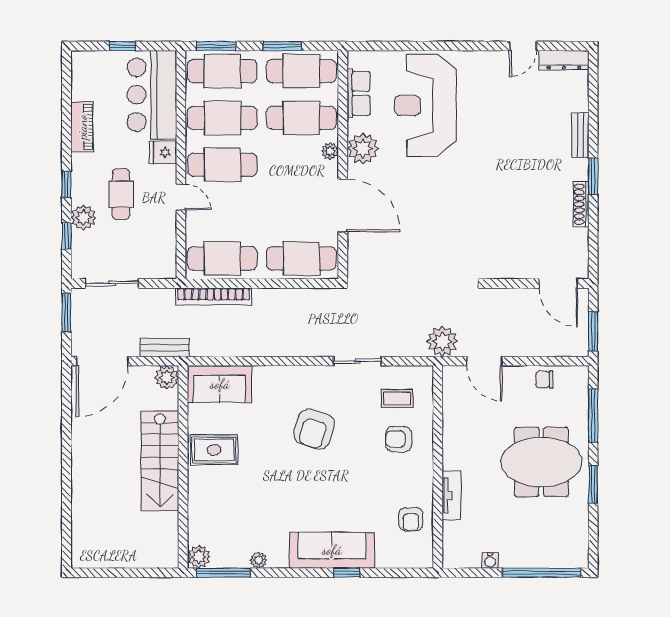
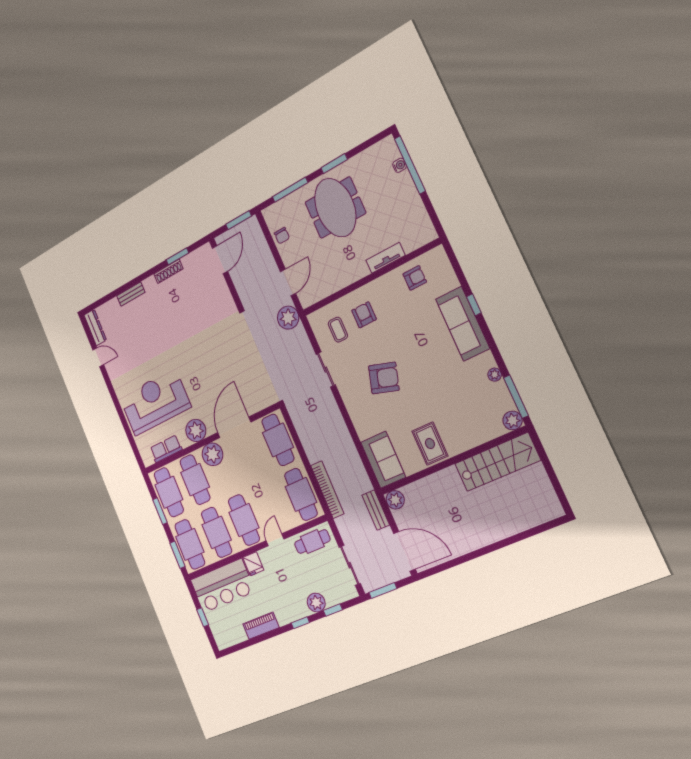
reception desk: (425, 105) -> (155, 402), turned 180
plant: (330, 151) -> (213, 454), width x1.87, depth x1.87
window: (593, 176) -> (177, 256), moved
cafe table: (121, 194) -> (312, 542), moved
armchair: (399, 439) -> (364, 315), turned 180
stairs: (160, 461) -> (497, 462), moved
water cooler: (490, 561) -> (400, 165), moved

